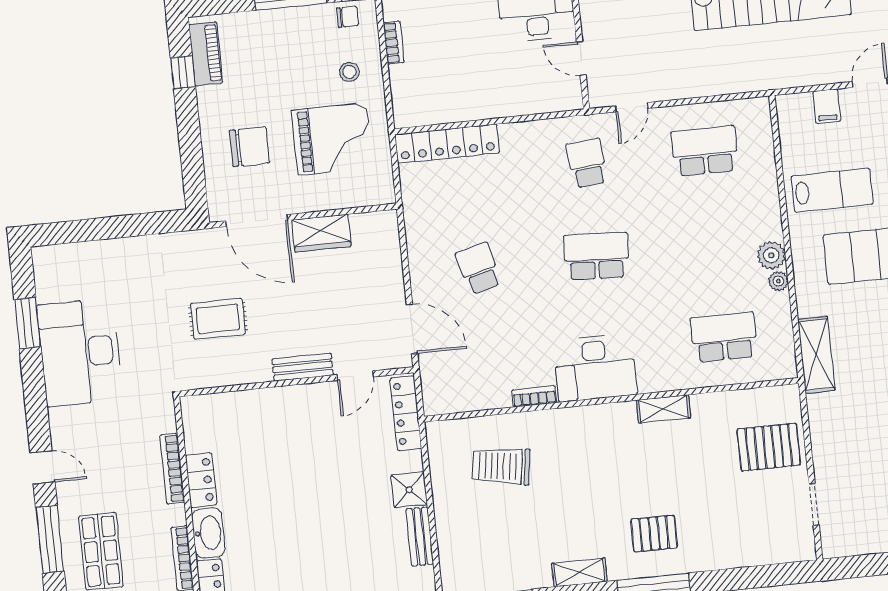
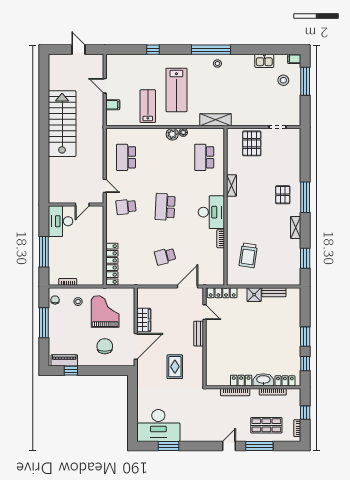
desk: (80, 352) -> (158, 425), moved

